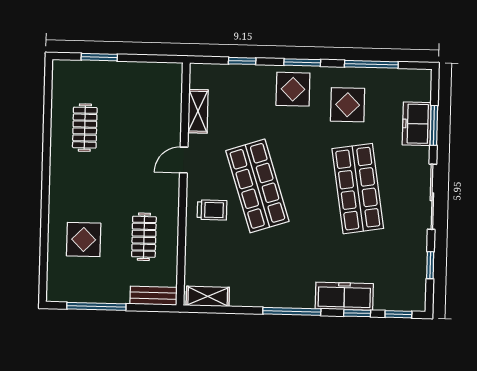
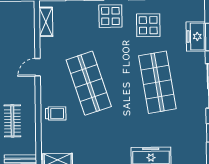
shelving: (198, 111) -> (46, 22), moved
trolley: (212, 210) -> (56, 114), moved

